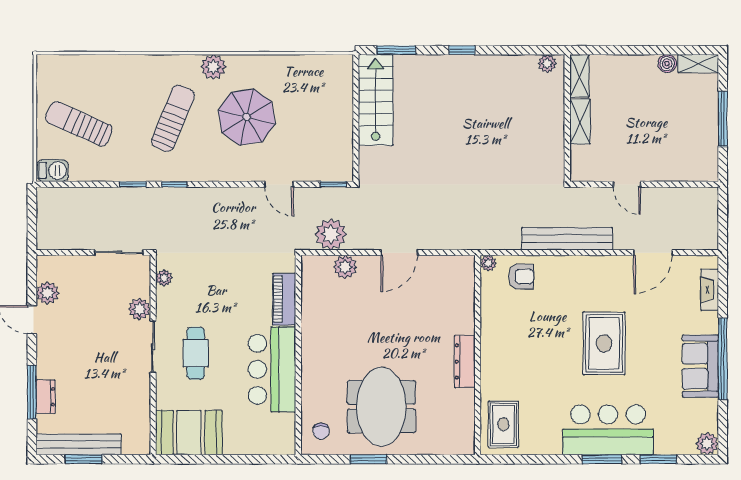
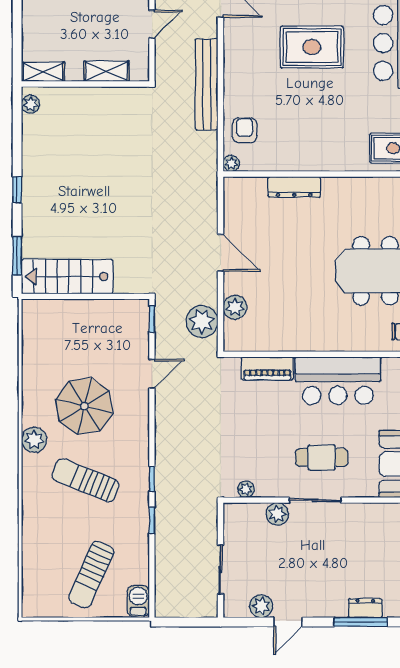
shelving: (580, 121) -> (106, 71), moved
sliding door: (119, 253) -> (221, 569), moved
dresser: (465, 362) -> (294, 187), moved

